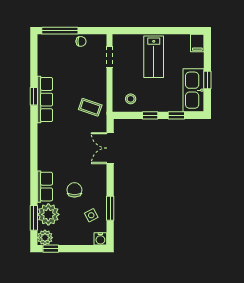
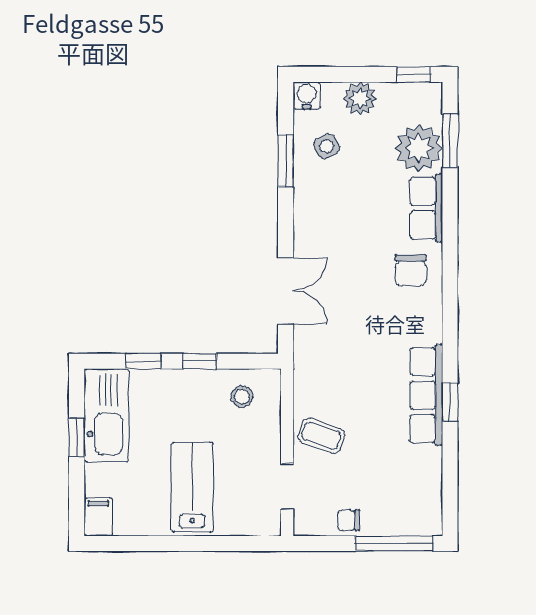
coffee table: (90, 107) -> (321, 436), moved
chair: (74, 190) -> (411, 270), moved
plant: (45, 238) -> (360, 98), moved

